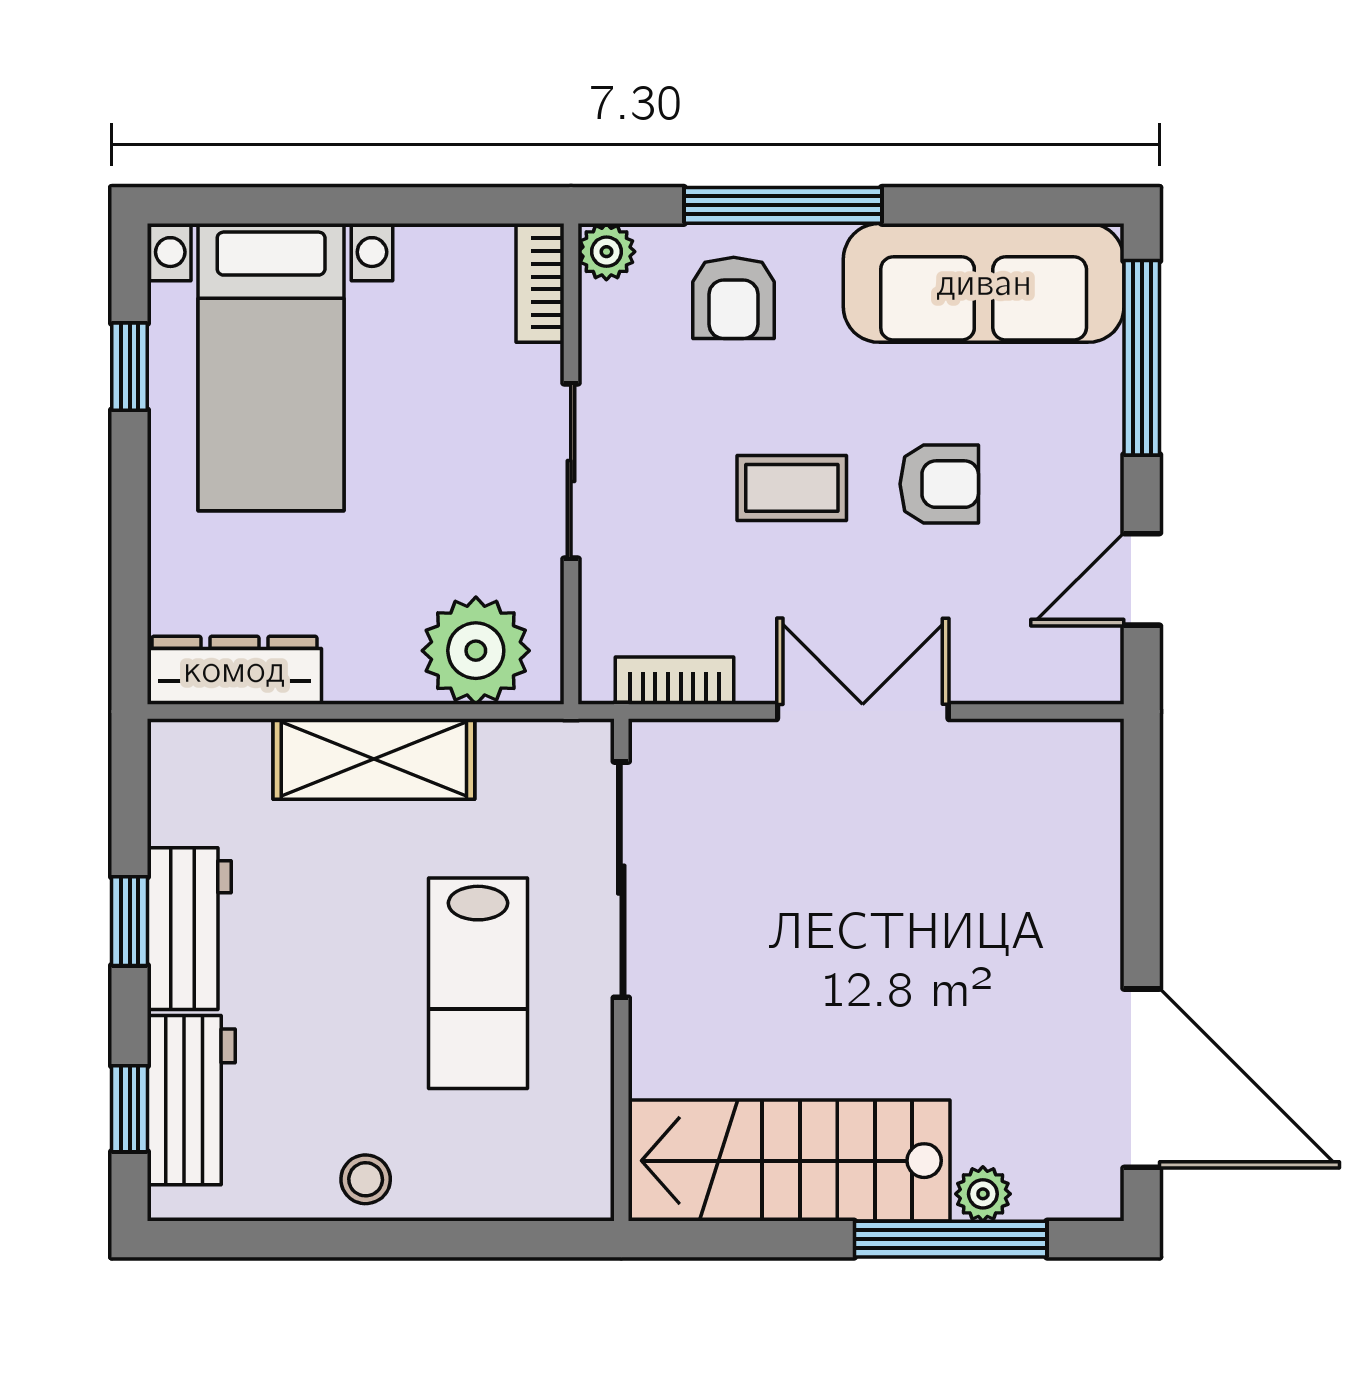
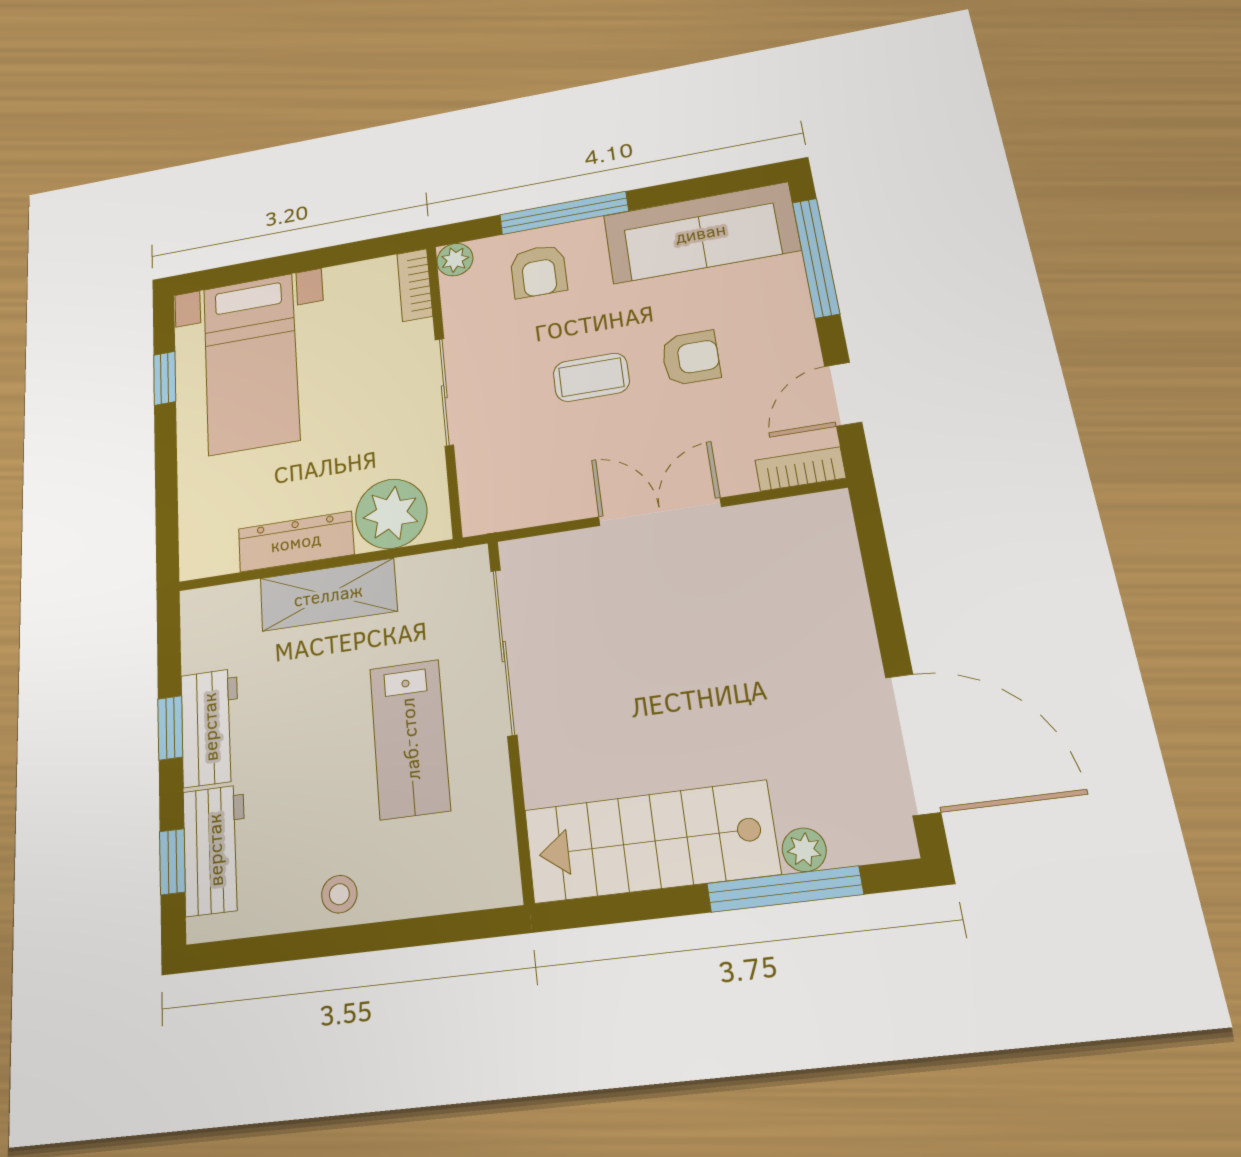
dresser: (234, 670) -> (296, 542), moved
bookcase: (674, 681) -> (800, 469), moved

